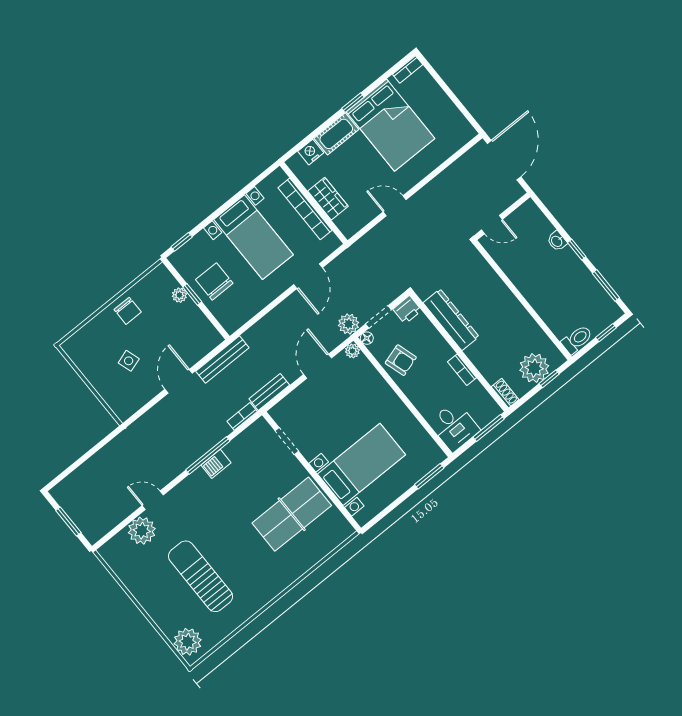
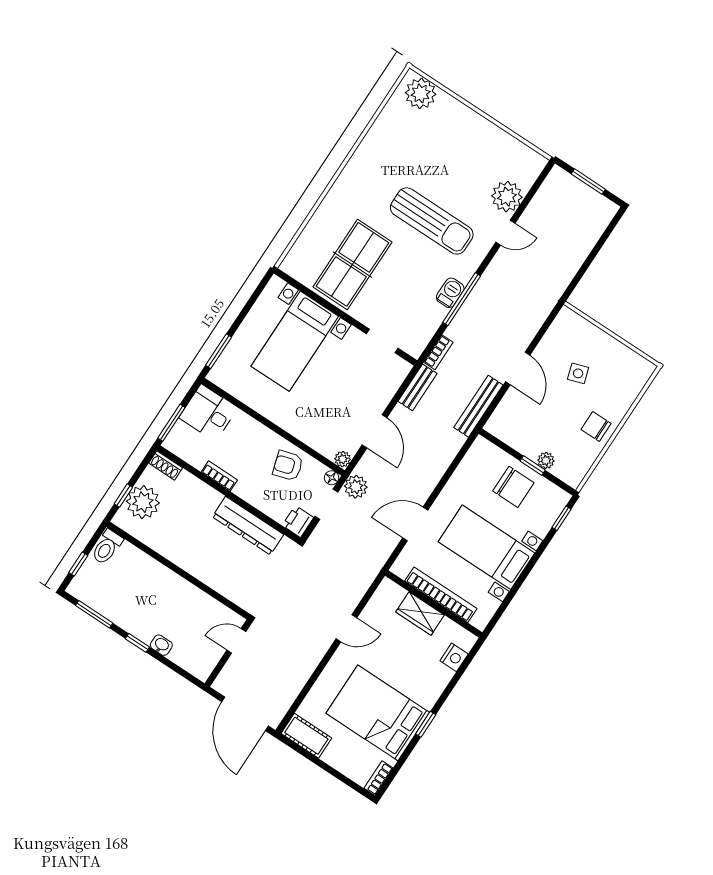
cot: (336, 134) -> (306, 736), moved, turned 90
door: (308, 276) -> (415, 524), hinge flipped
sun lounger: (200, 576) -> (432, 221), moved

